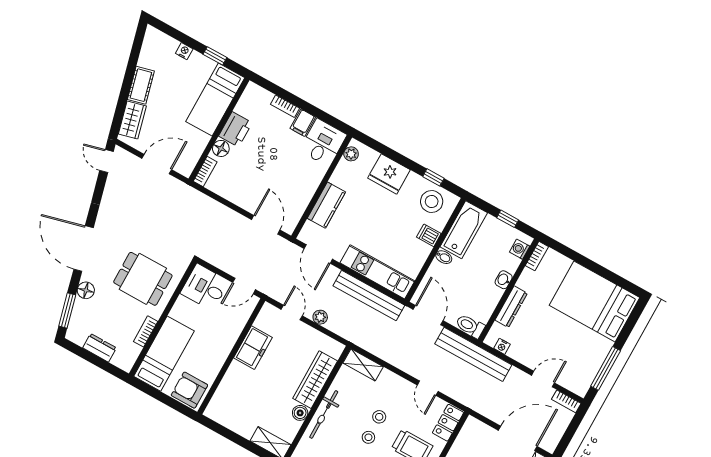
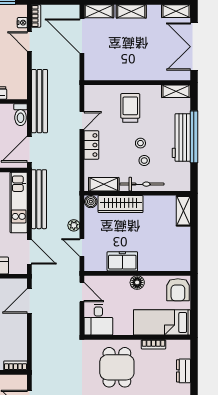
door: (318, 254) -> (29, 252), hinge flipped
door: (292, 313) -> (82, 247), hinge flipped
nightstand: (502, 346) -> (22, 23), moved
floor lamp: (221, 351) -> (137, 282), added
shelving: (363, 365) -> (104, 184), moved, turned 90
boiler: (300, 413) -> (91, 202), moved
stool: (379, 417) -> (144, 161), moved
locker: (448, 423) -> (91, 145), moved, turned -90

